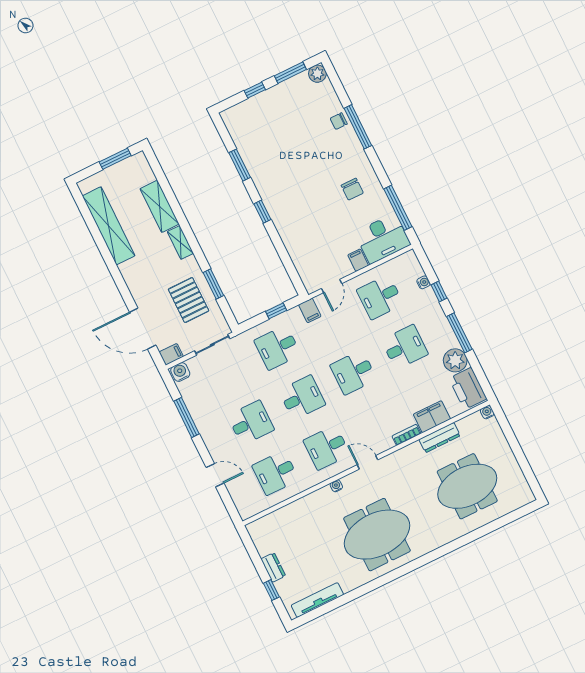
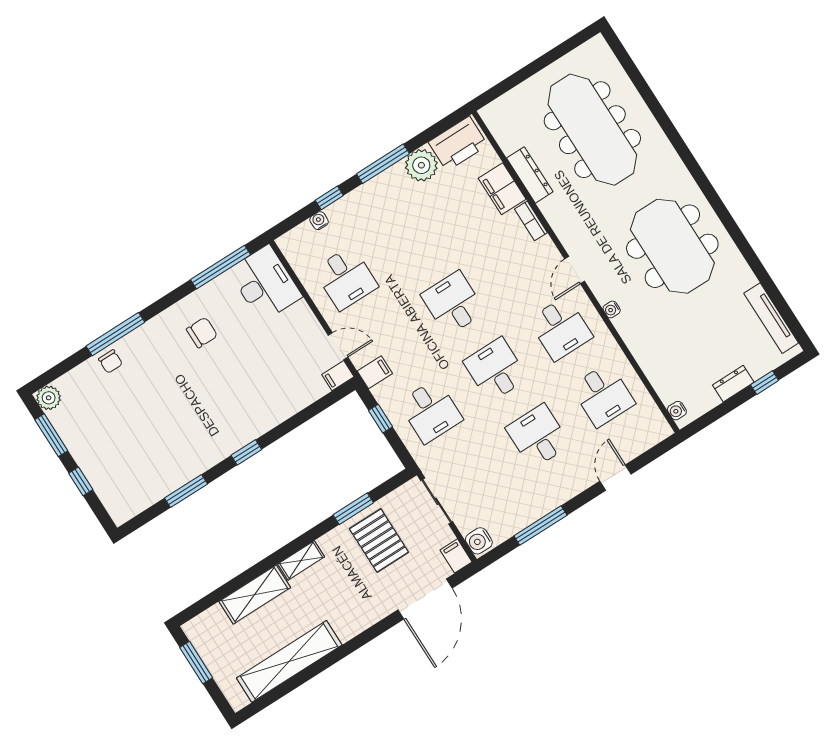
filing cabinet: (358, 260) -> (338, 376), moved
pallet: (189, 300) -> (379, 540), turned 90
desk: (405, 347) -> (411, 237), removed
desk: (353, 372) -> (453, 303), turned 180
water cooler: (487, 412) -> (677, 411), moved
meeting table: (467, 486) -> (592, 130), width x1.36

